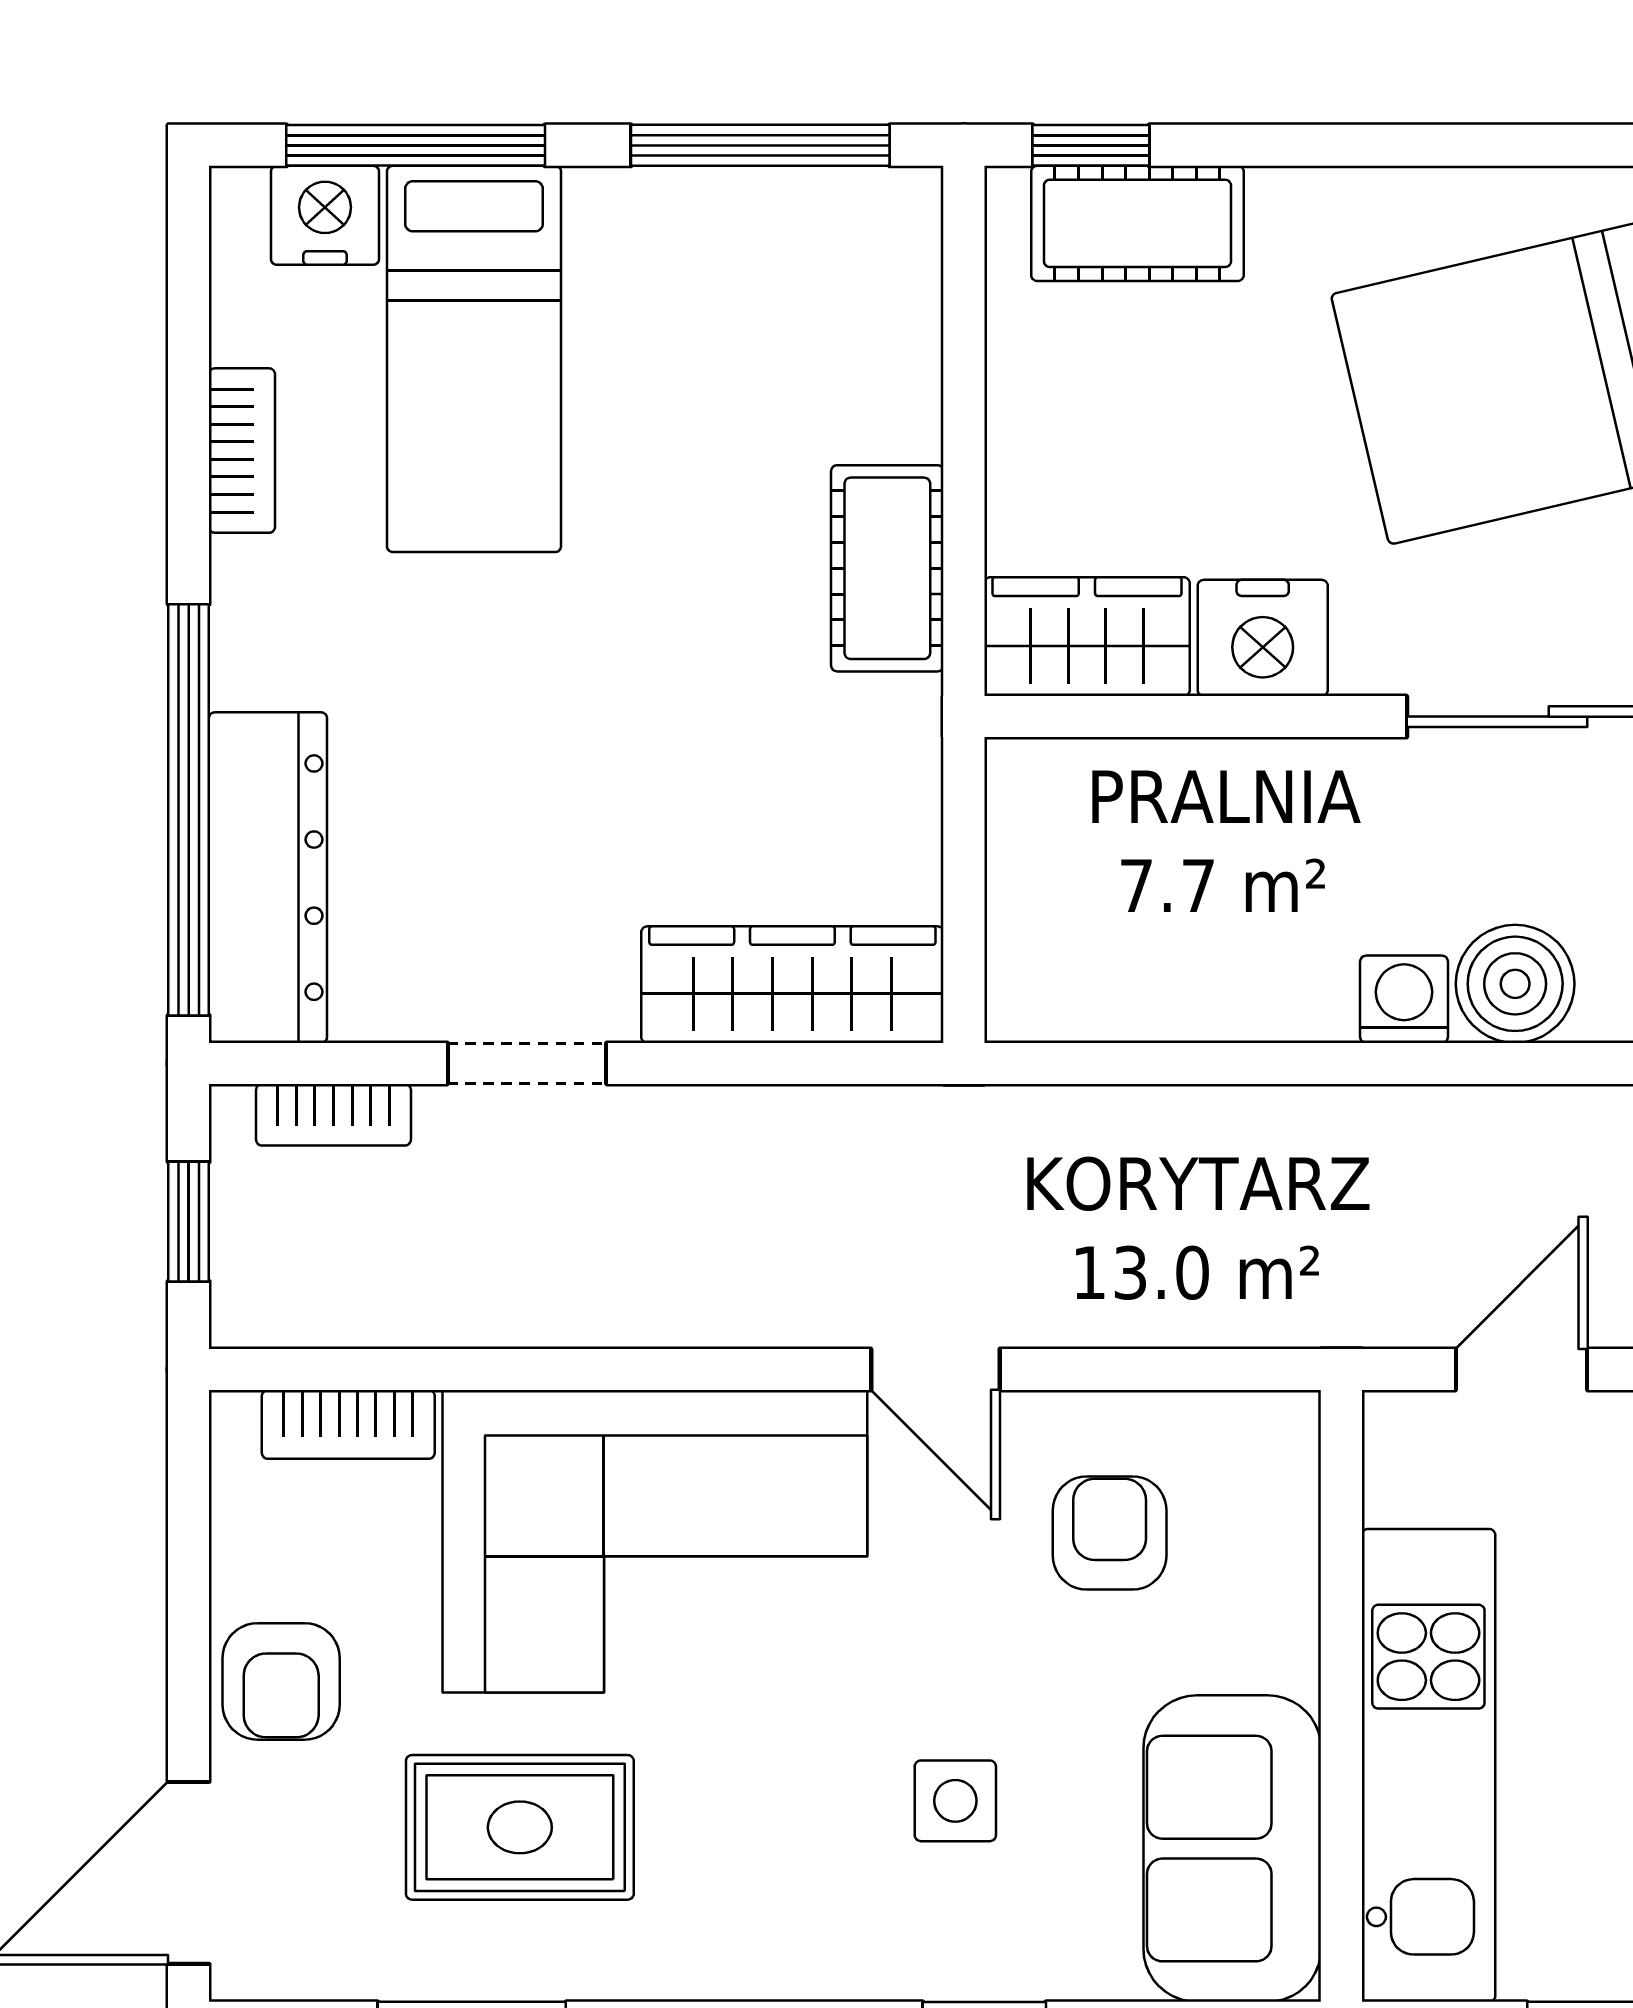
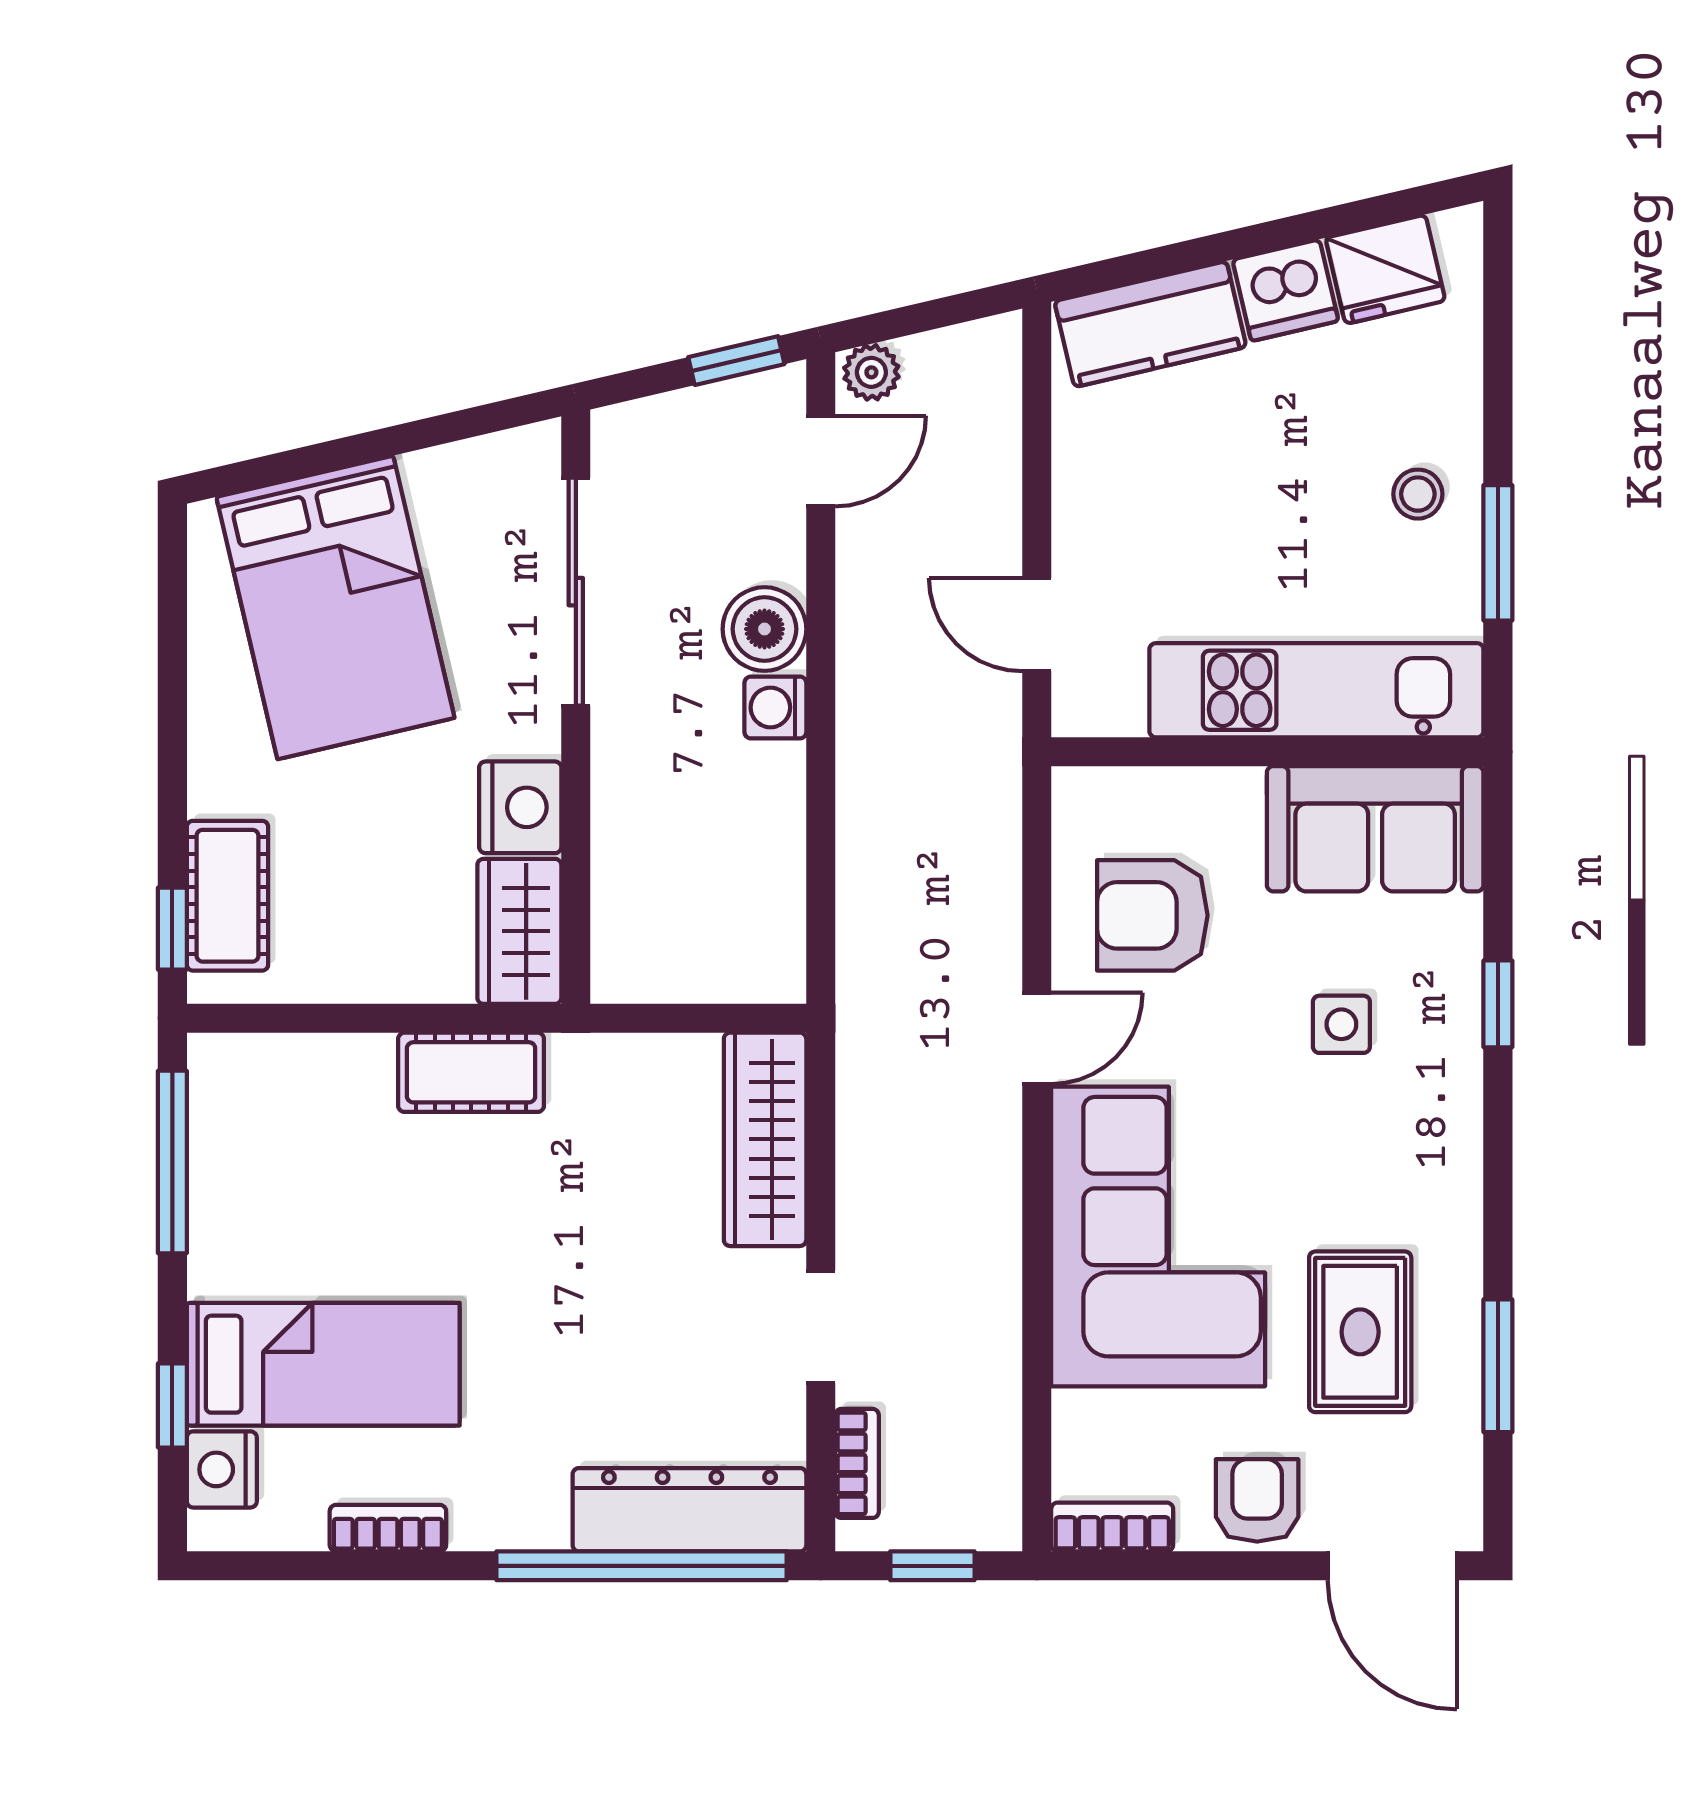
window: (416, 145) -> (172, 1405), width x0.46
bookcase: (348, 1424) -> (1112, 1527), moved, turned -90
armchair: (1110, 1533) -> (1152, 915), width x1.38, depth x1.38
armchair: (281, 1681) -> (1257, 1500), turned -90

